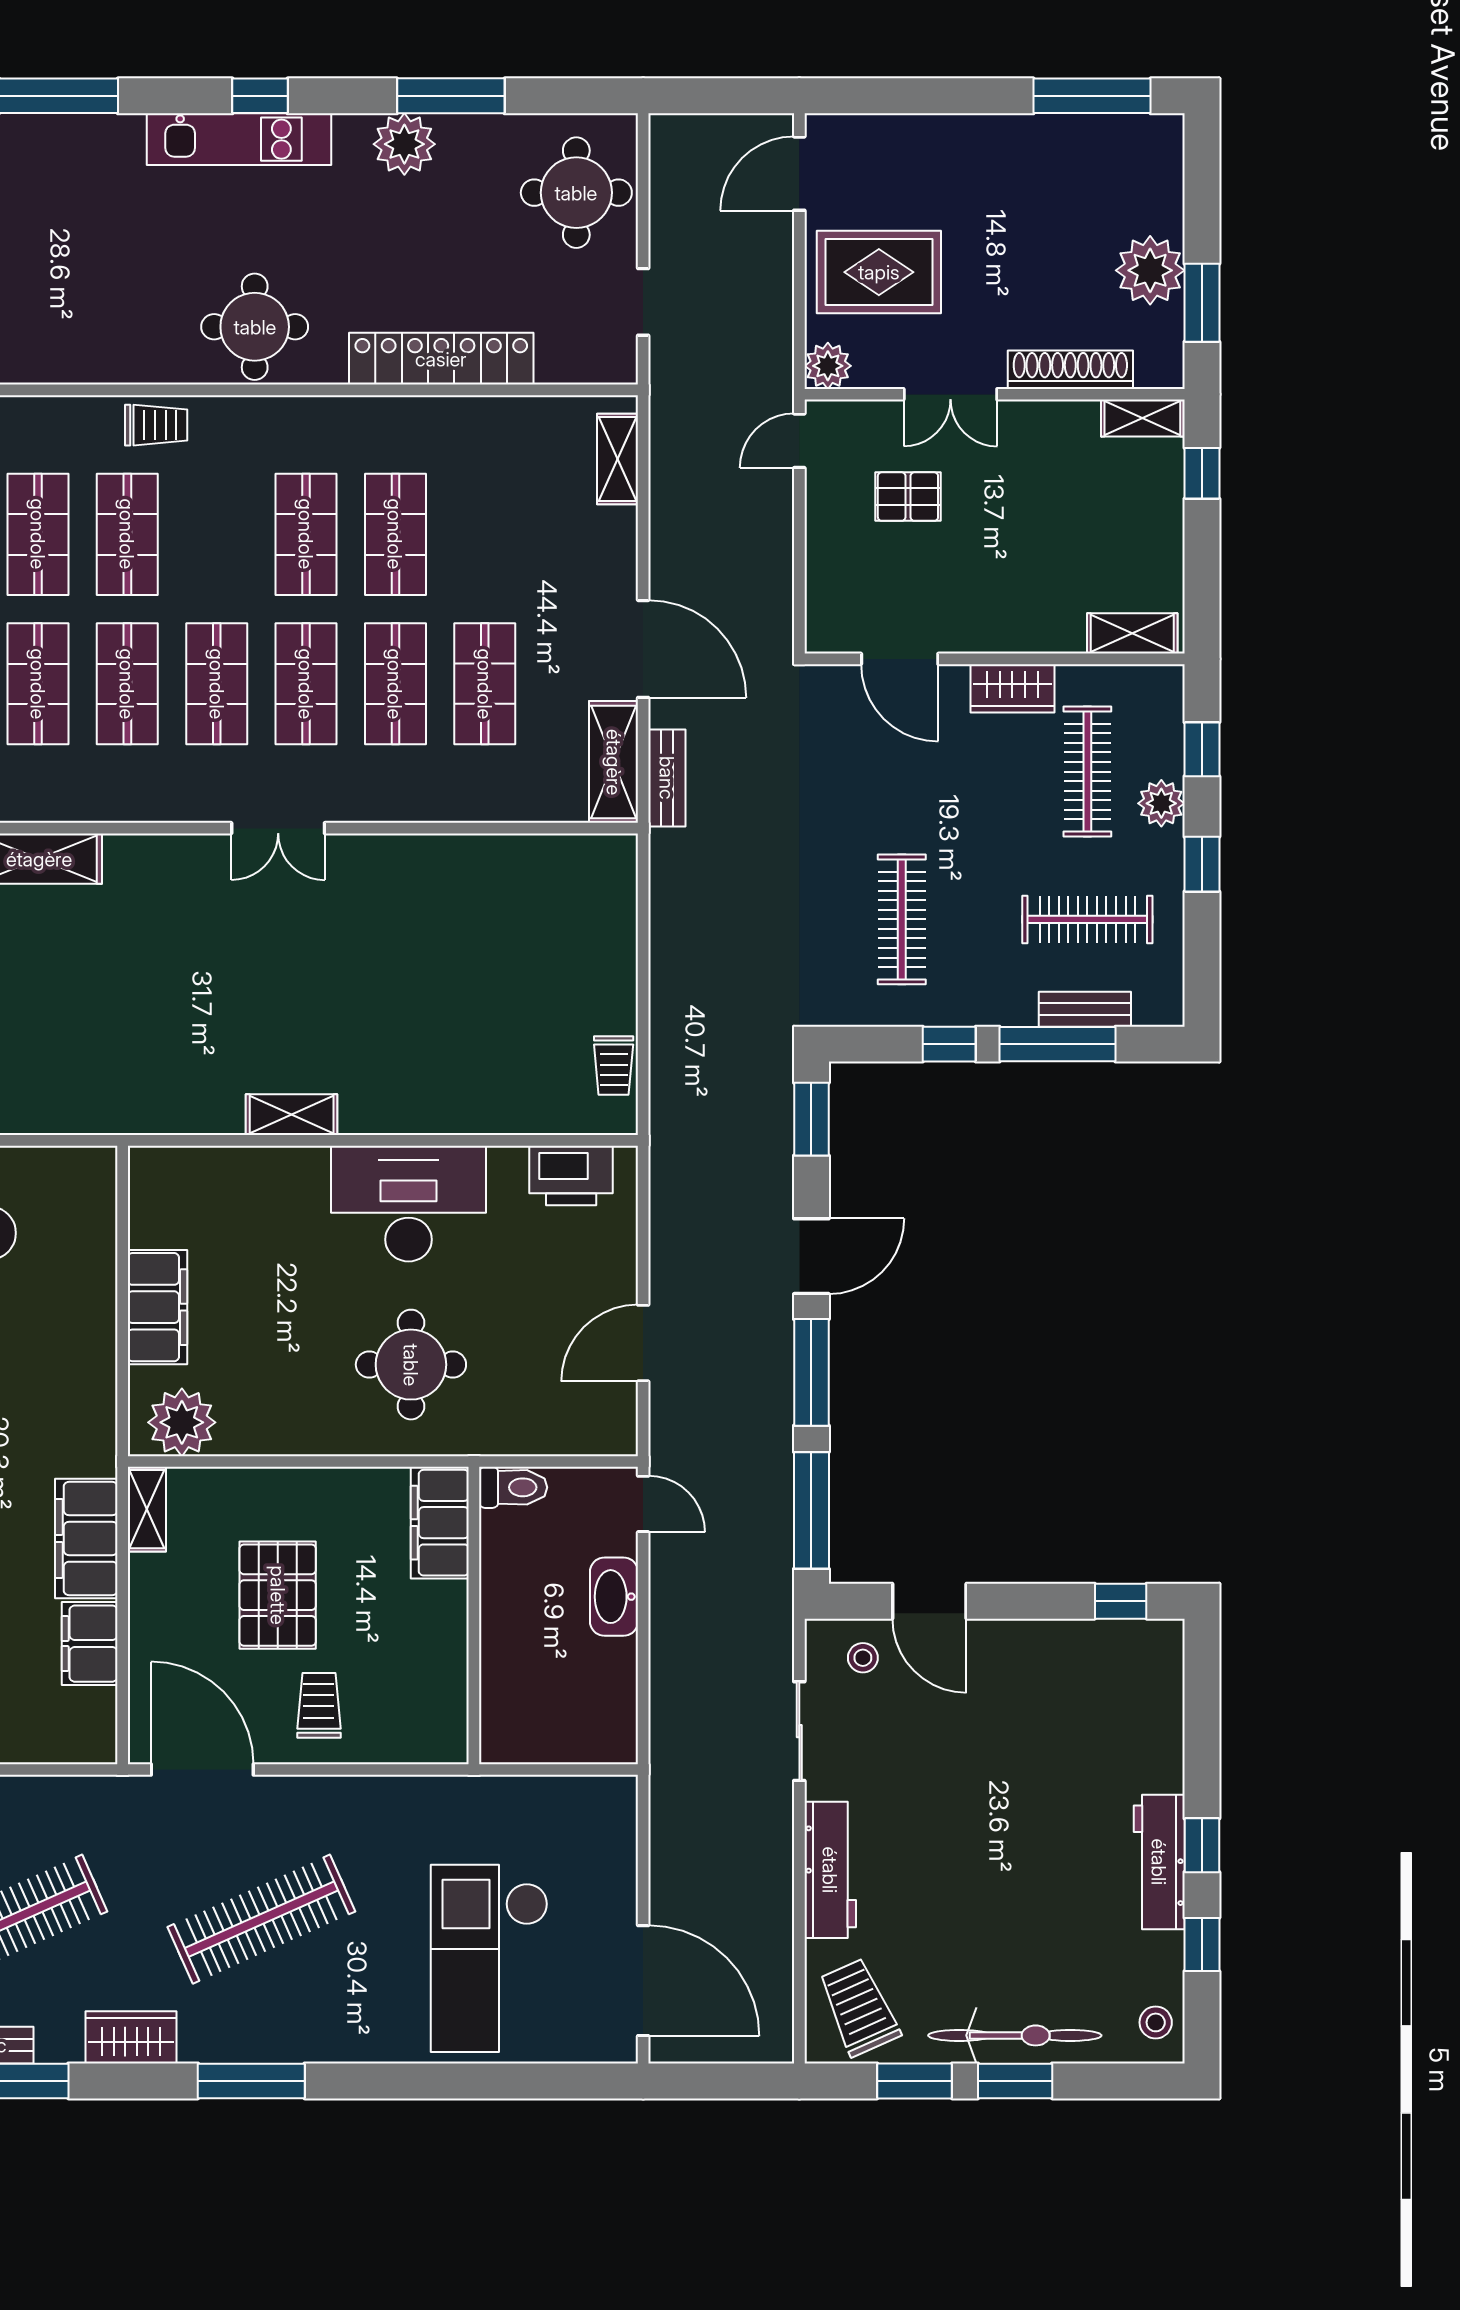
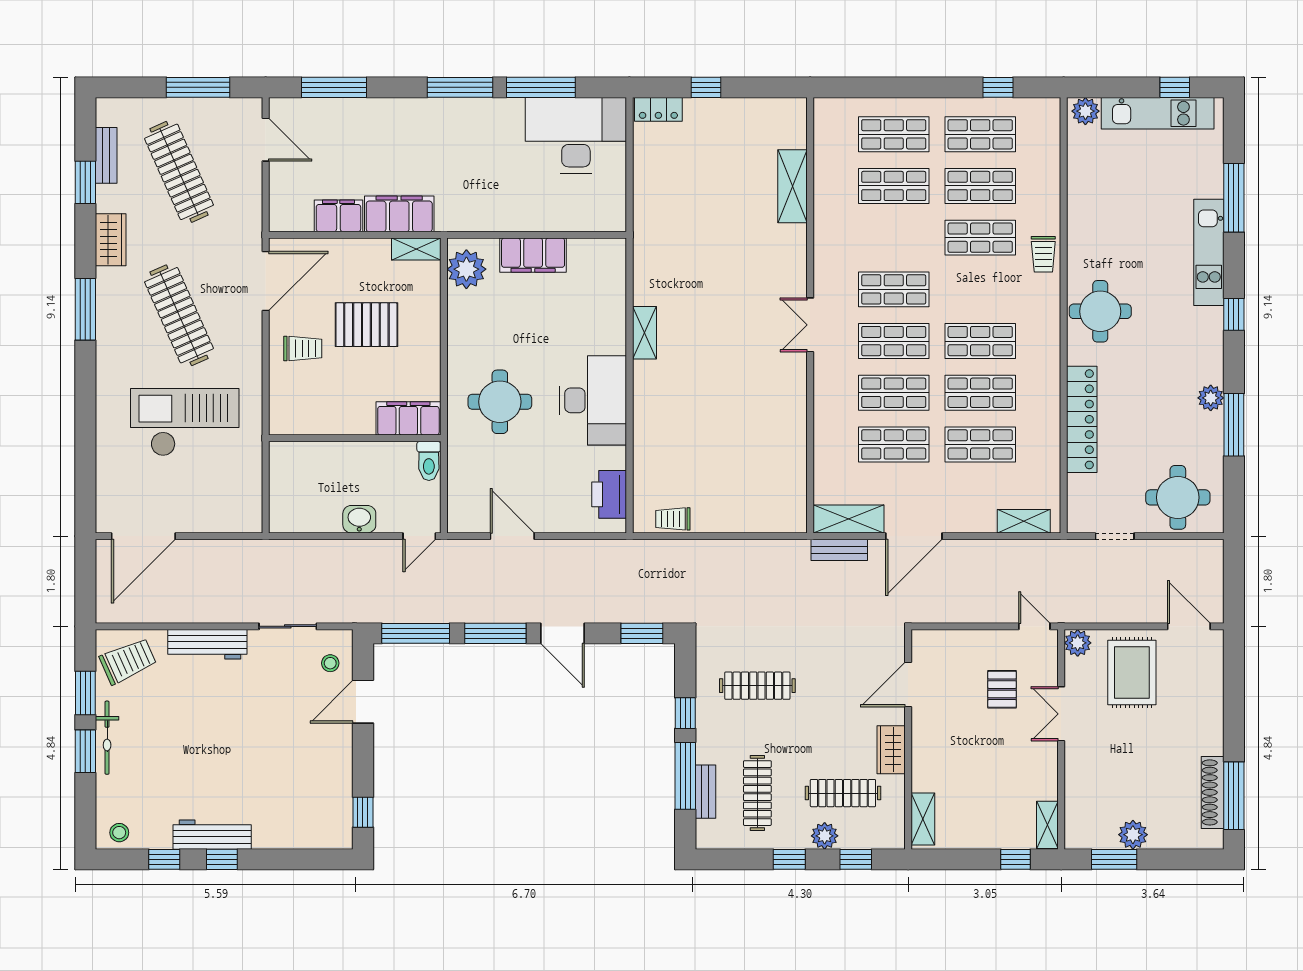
kitchen unit: (239, 139) -> (1209, 252), moved
plant: (404, 144) -> (1211, 398), width x0.73, depth x0.73
plant: (1150, 270) -> (1133, 835), width x0.73, depth x0.73
shoe rack: (1070, 370) -> (1213, 792), moved, turned 180
shop shelf: (127, 684) -> (980, 444), moved
washbasin: (614, 1597) -> (359, 519), width x0.72
checkout: (489, 1958) -> (185, 422), moved
bicycle: (1015, 2035) -> (107, 738), width x0.73, depth x0.71

